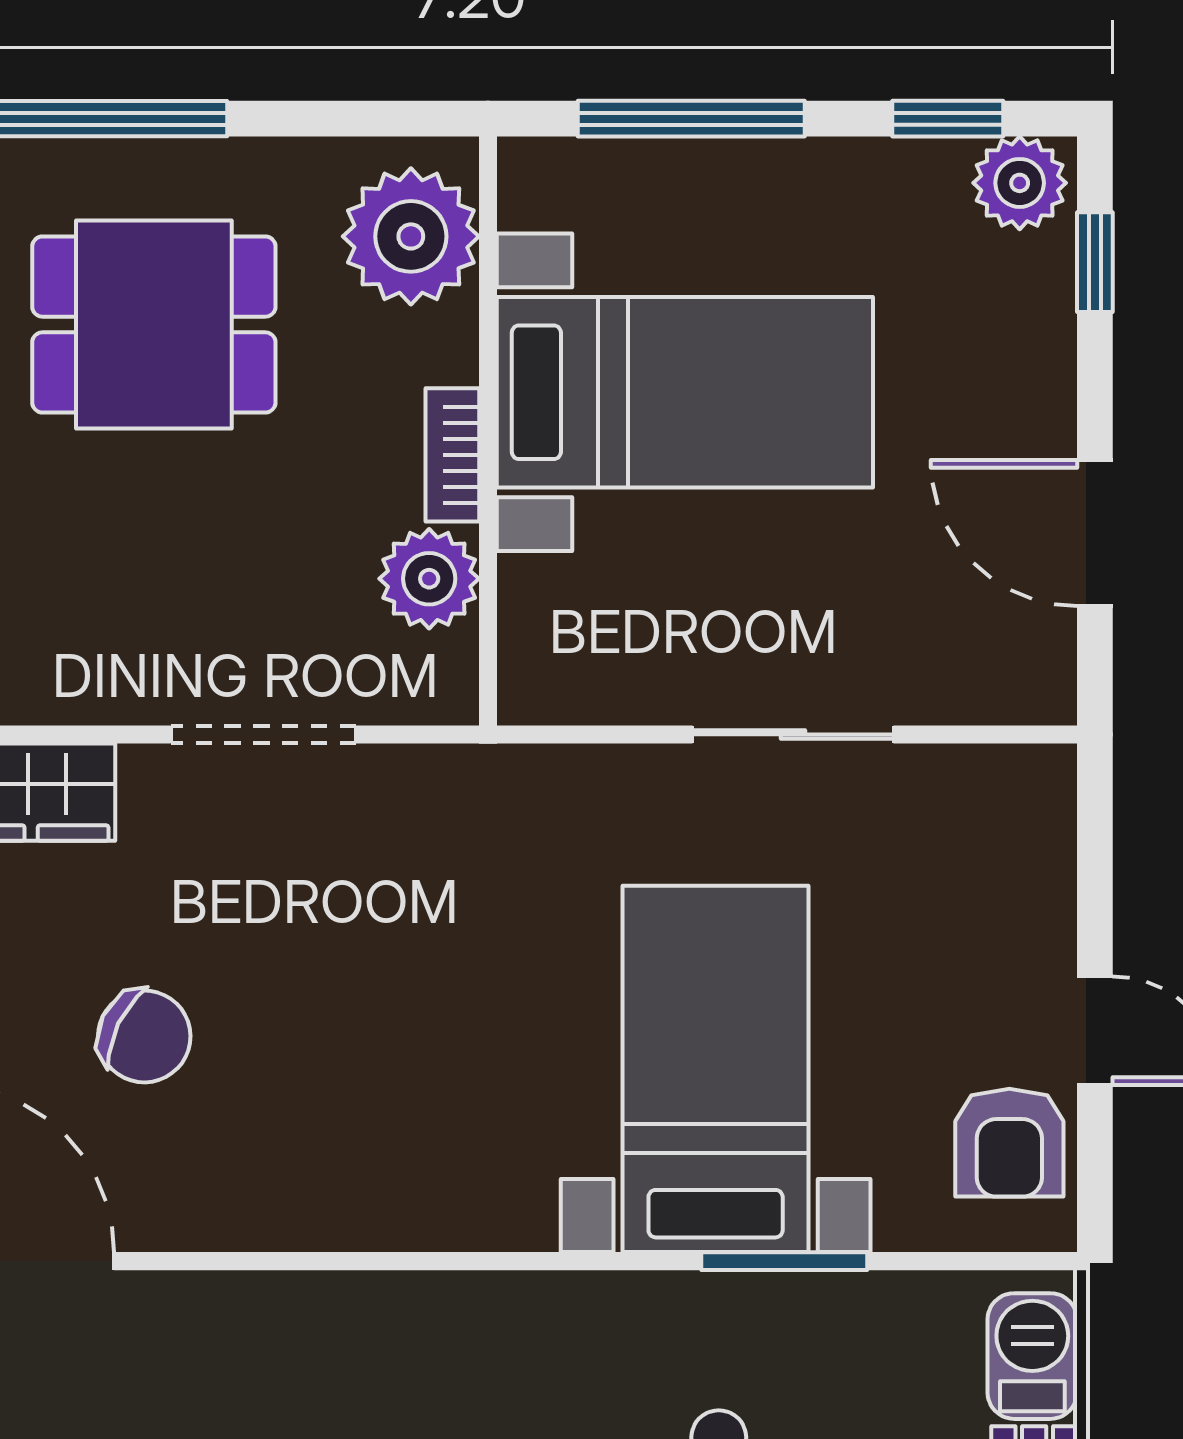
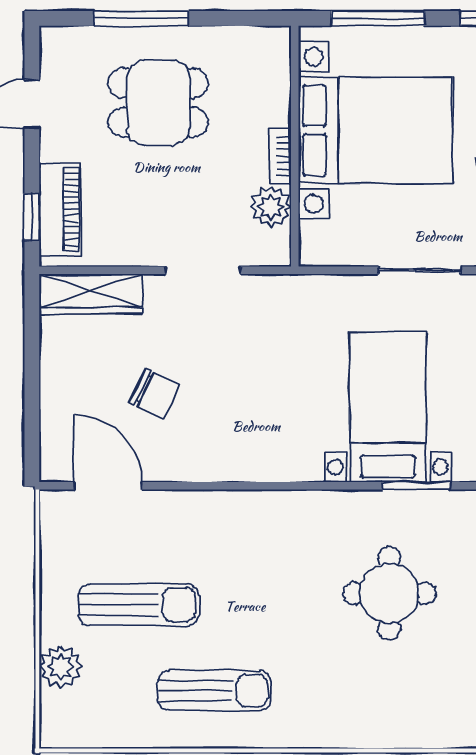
plant: (411, 236) -> (263, 67), removed
bed with nightstands: (685, 392) -> (375, 130), width x1.36

